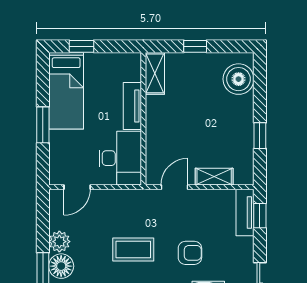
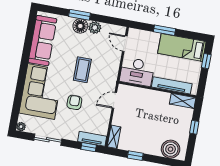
tv unit: (132, 106) -> (172, 85), width x1.41
shelving: (214, 177) -> (114, 137), moved
door: (174, 187) -> (114, 100), swing flipped
armchair: (190, 253) -> (74, 102), turned 180

